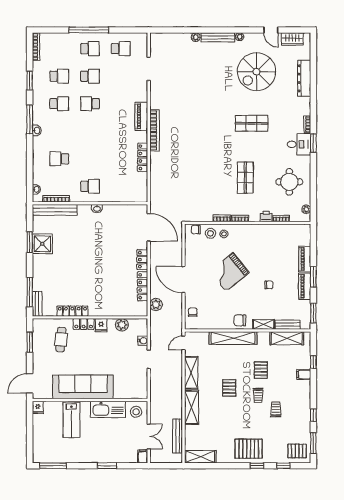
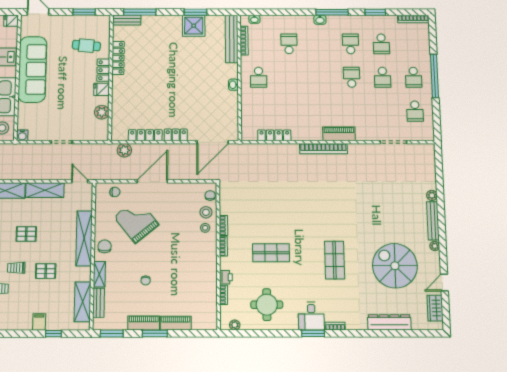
school desk: (59, 104) -> (351, 44), turned 180
locker: (143, 157) -> (274, 135), moved
grand piano: (229, 272) -> (136, 221), moved
water cooler: (143, 341) -> (22, 135), moved

